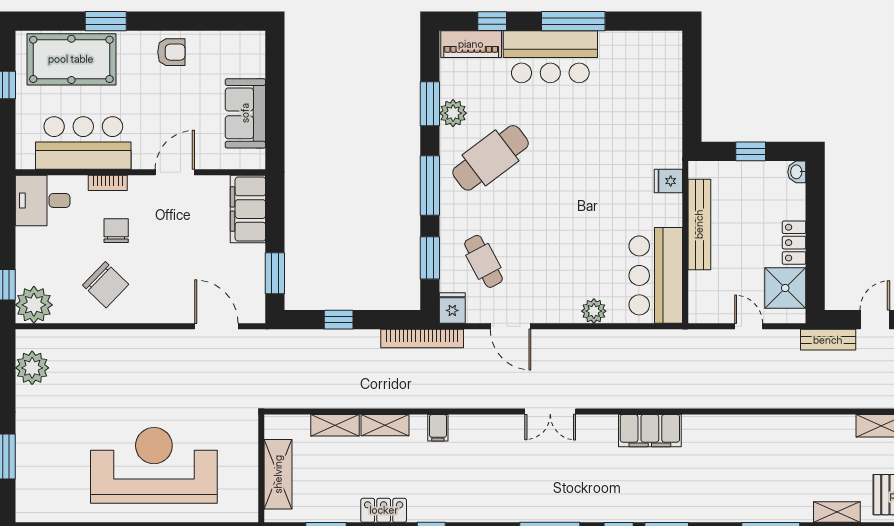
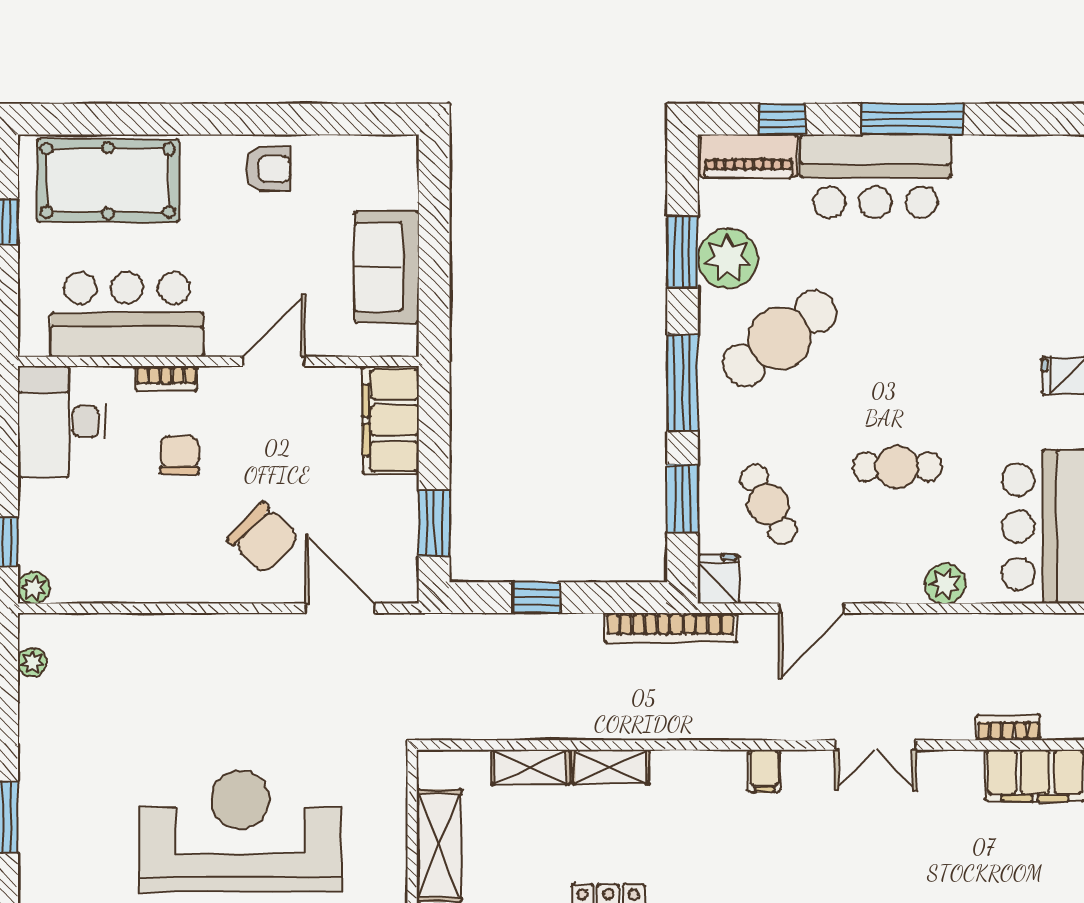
window: (106, 21) -> (163, 119), removed
plant: (453, 113) -> (728, 259), width x1.36, depth x1.36
desk: (43, 200) -> (62, 422), width x1.37
cafe table: (564, 238) -> (897, 467), added
chair: (106, 285) -> (263, 538), moved
plant: (34, 305) -> (34, 588), width x0.53, depth x0.53
door: (511, 326) -> (812, 608), hinge flipped
plant: (32, 368) -> (32, 662), width x0.53, depth x0.53
bookcase: (633, 401) -> (1008, 727), added
filing cabinet: (438, 428) -> (764, 771), moved

